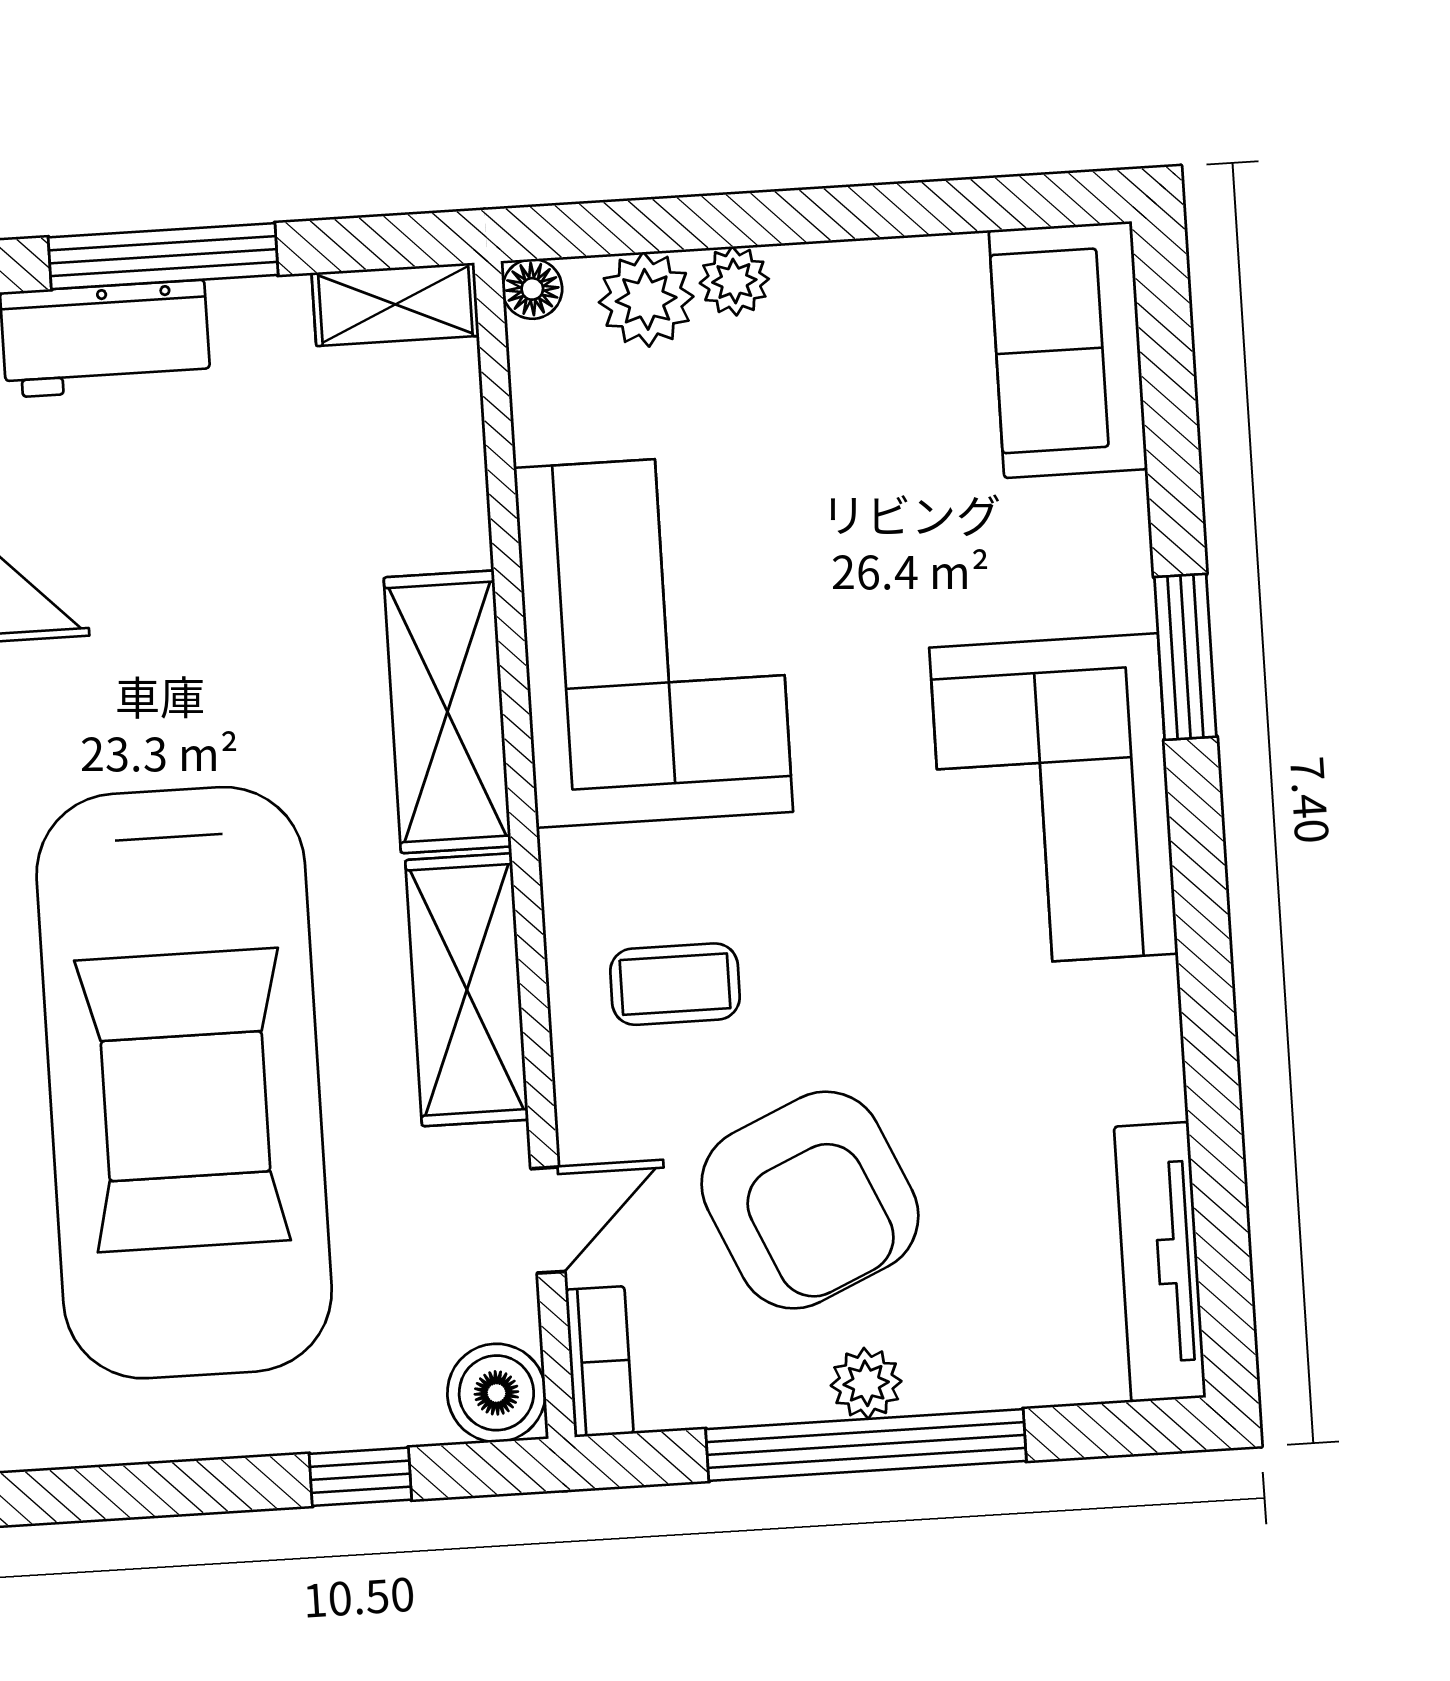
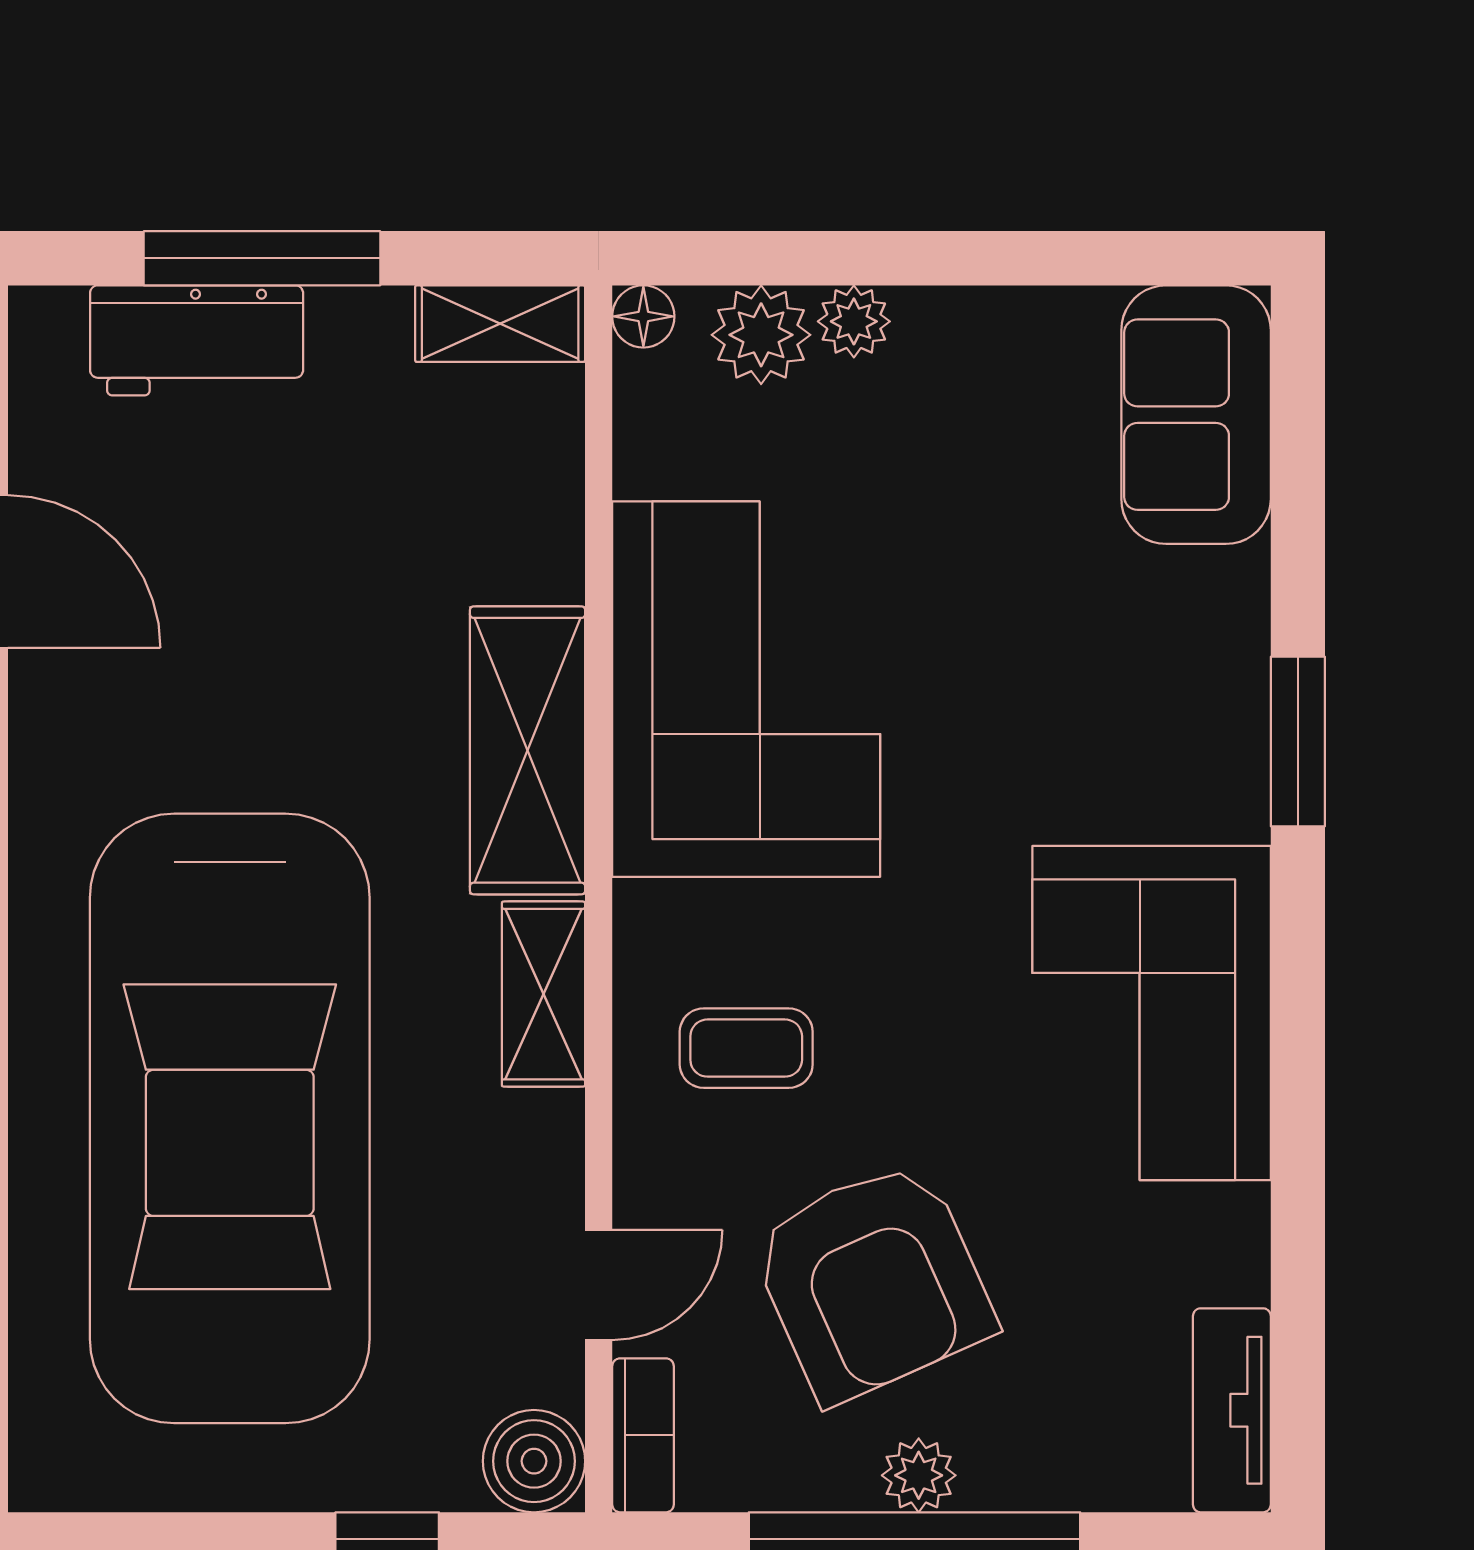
corner sofa: (1054, 801) -> (1152, 1013), moved
shelving: (467, 990) -> (543, 994), width x0.67, depth x0.75
tv unit: (1160, 1262) -> (1232, 1410), width x0.71

